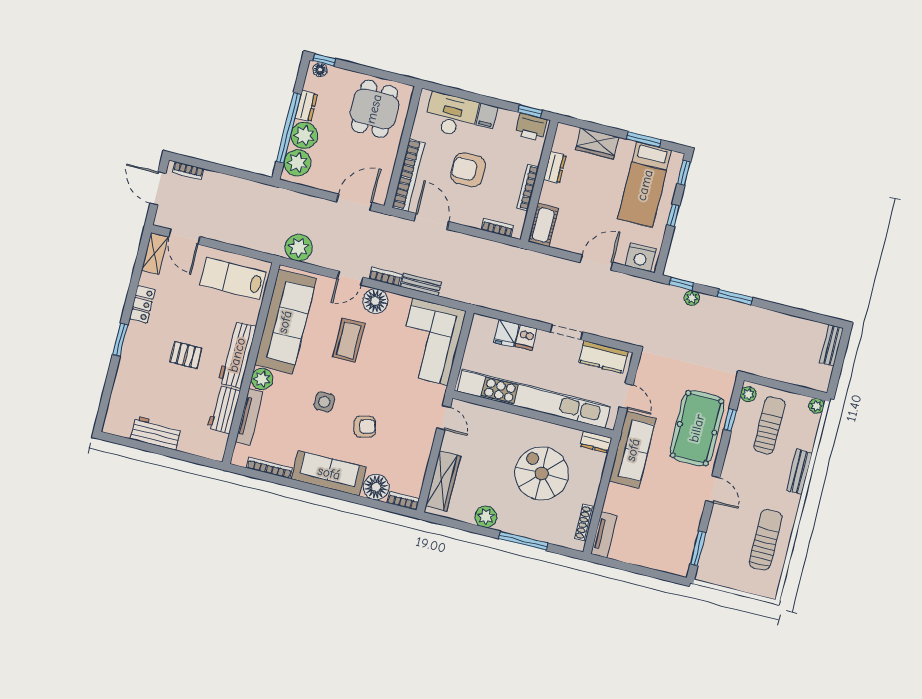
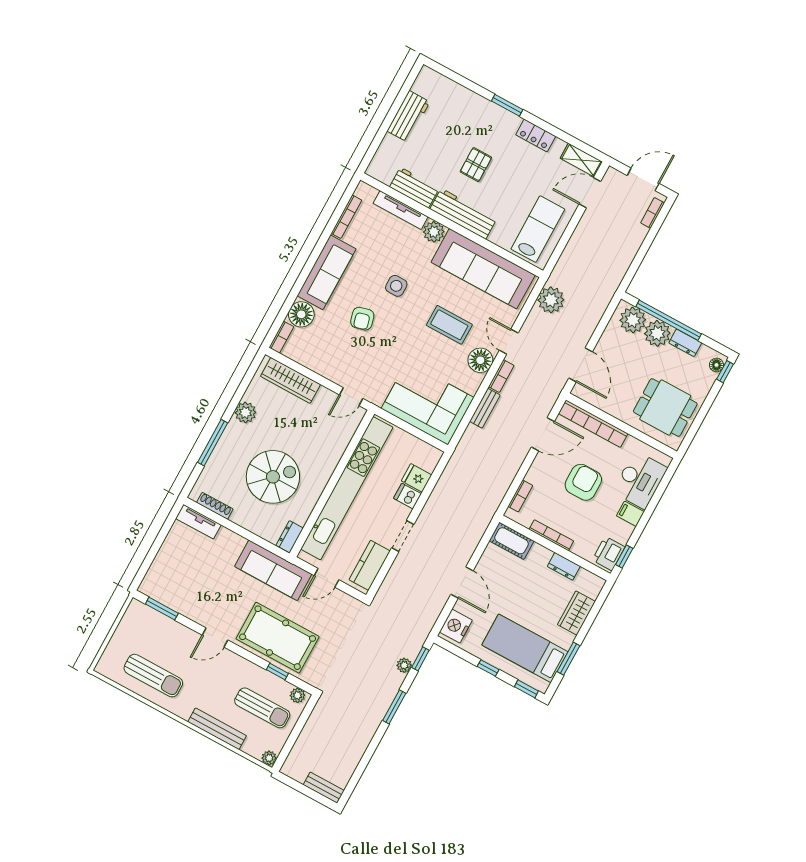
bench: (799, 472) -> (217, 729), width x1.36

